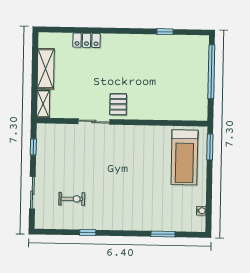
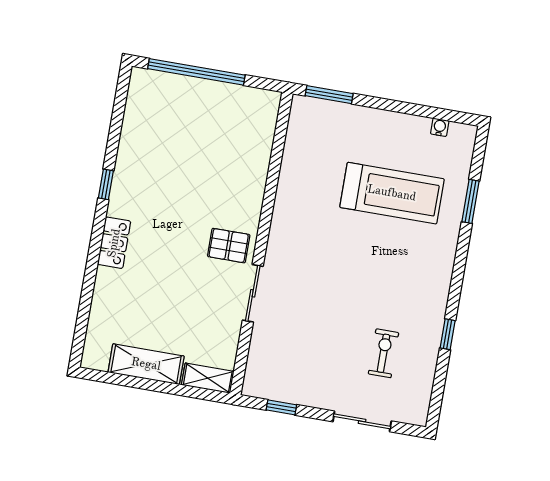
window: (165, 32) -> (106, 184), moved
locker: (87, 40) -> (114, 243), moved
treadmill: (184, 157) -> (392, 193), moved

